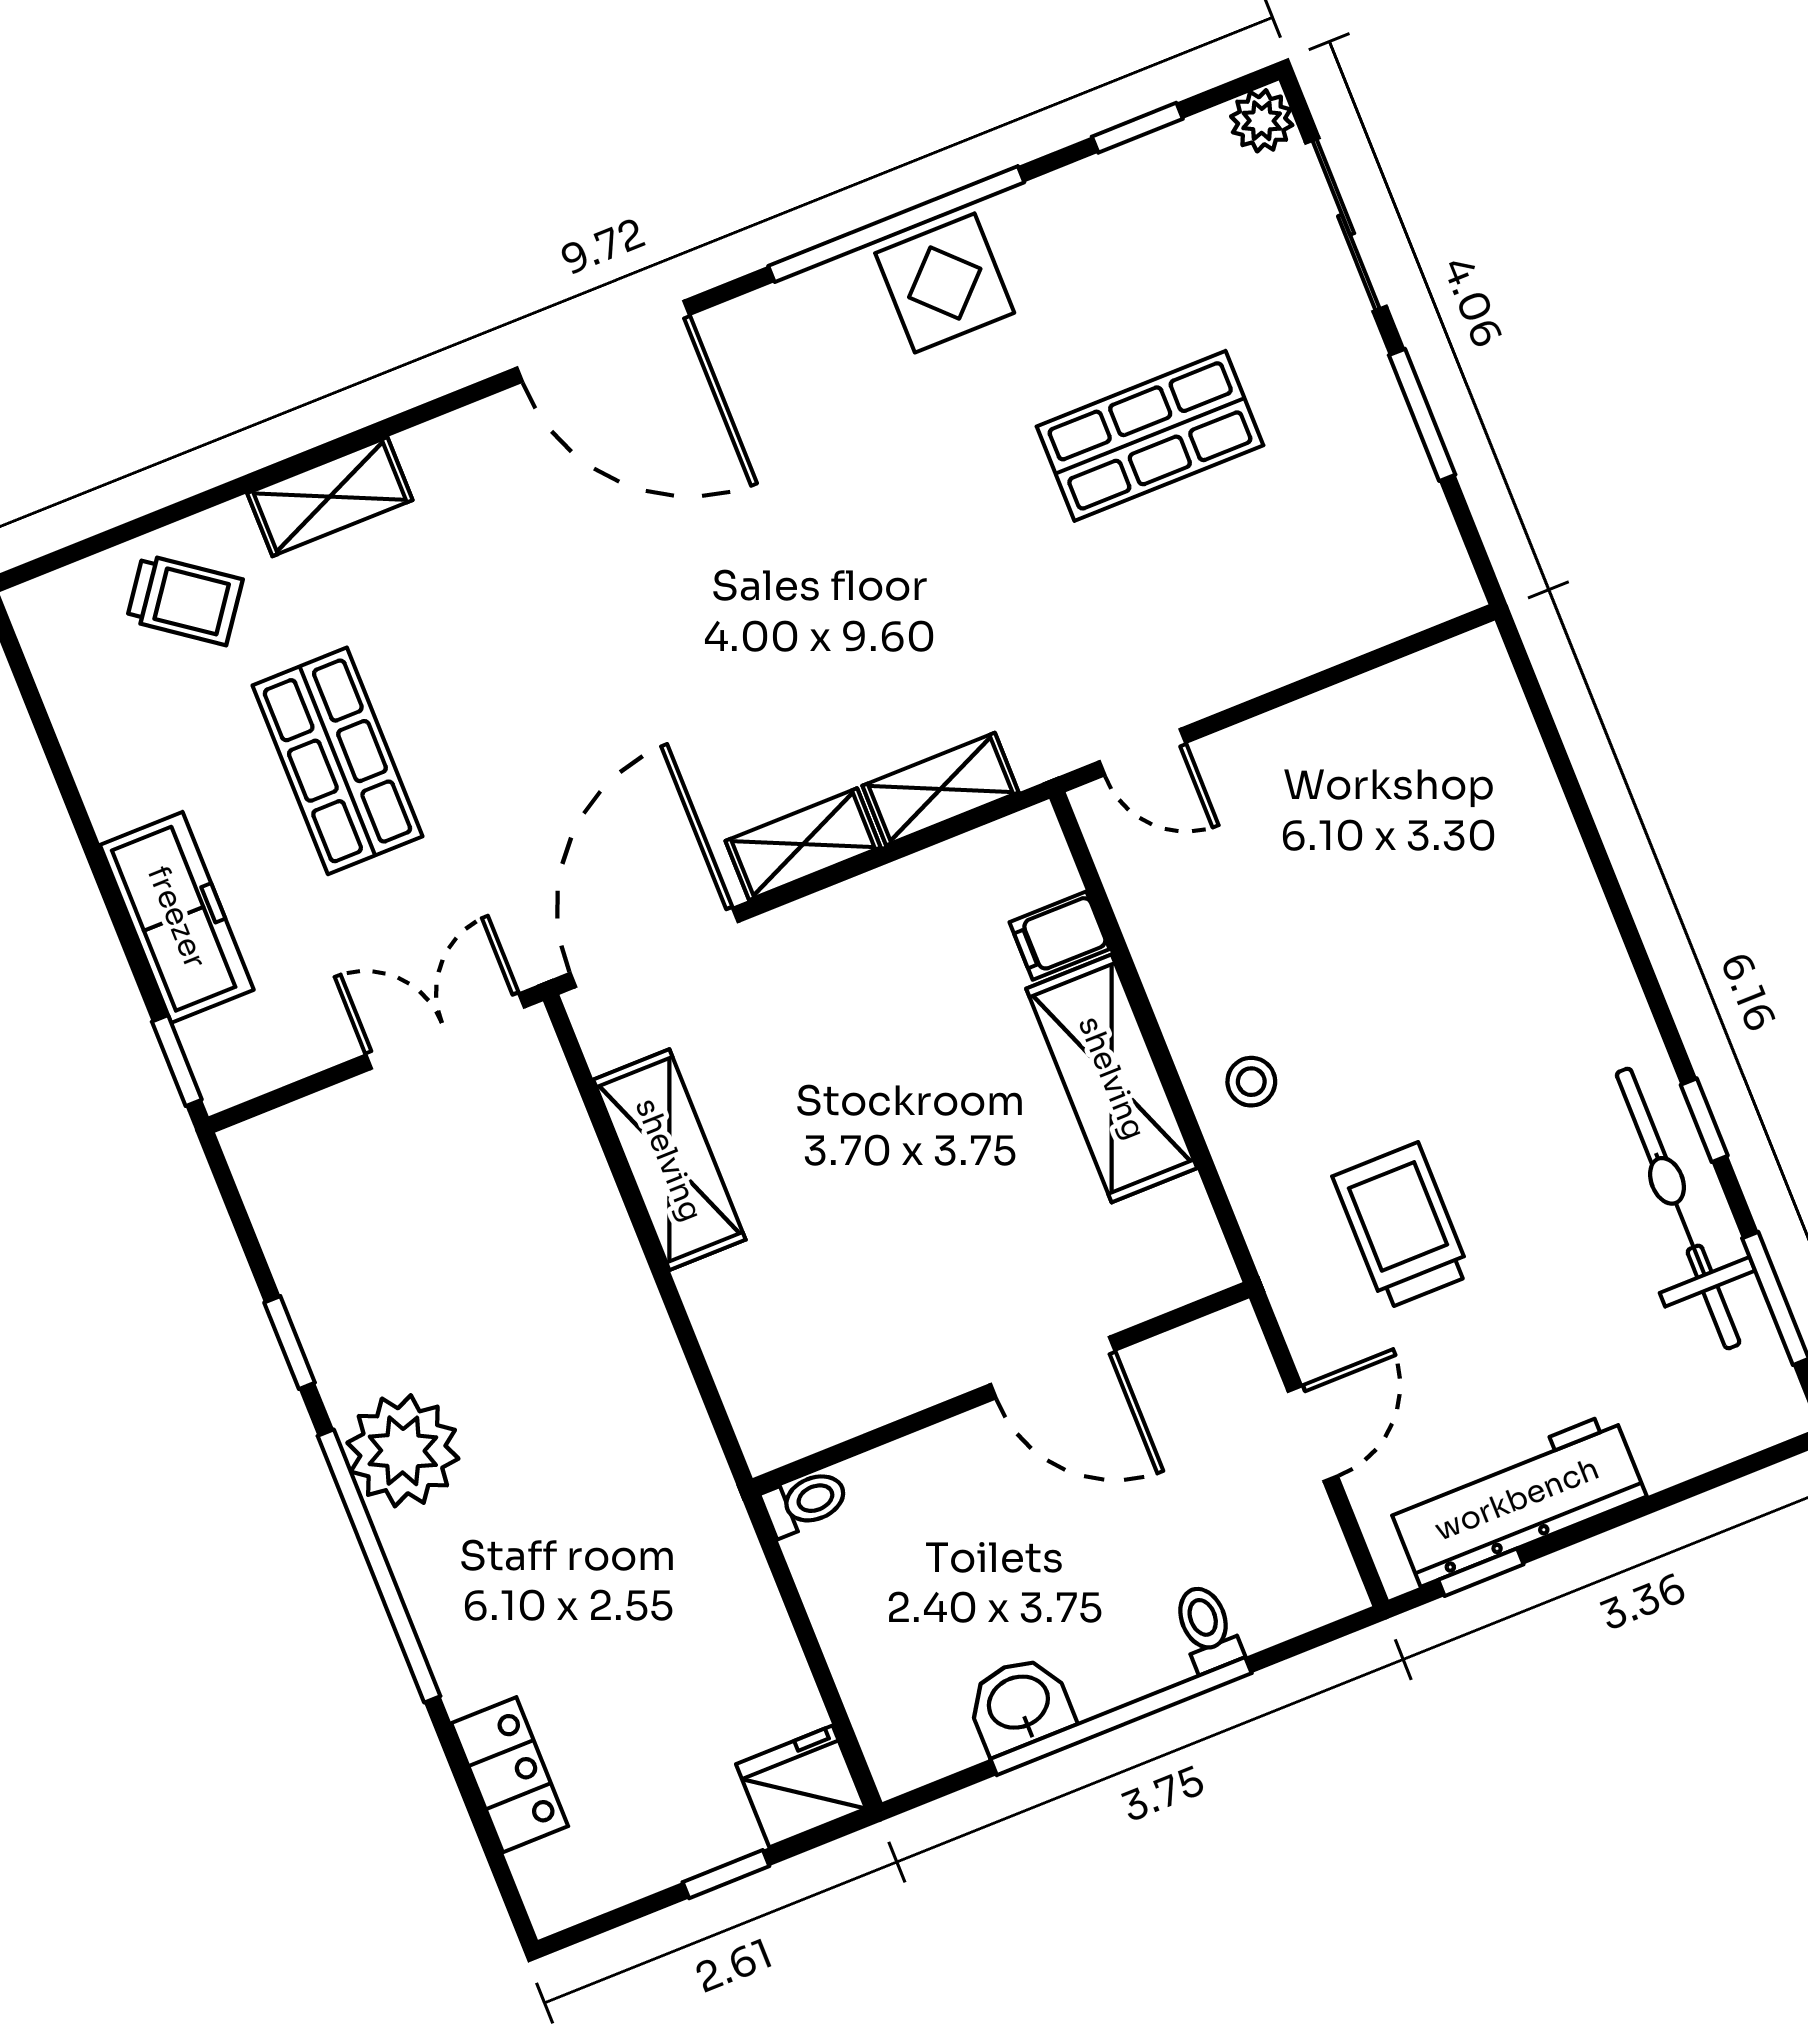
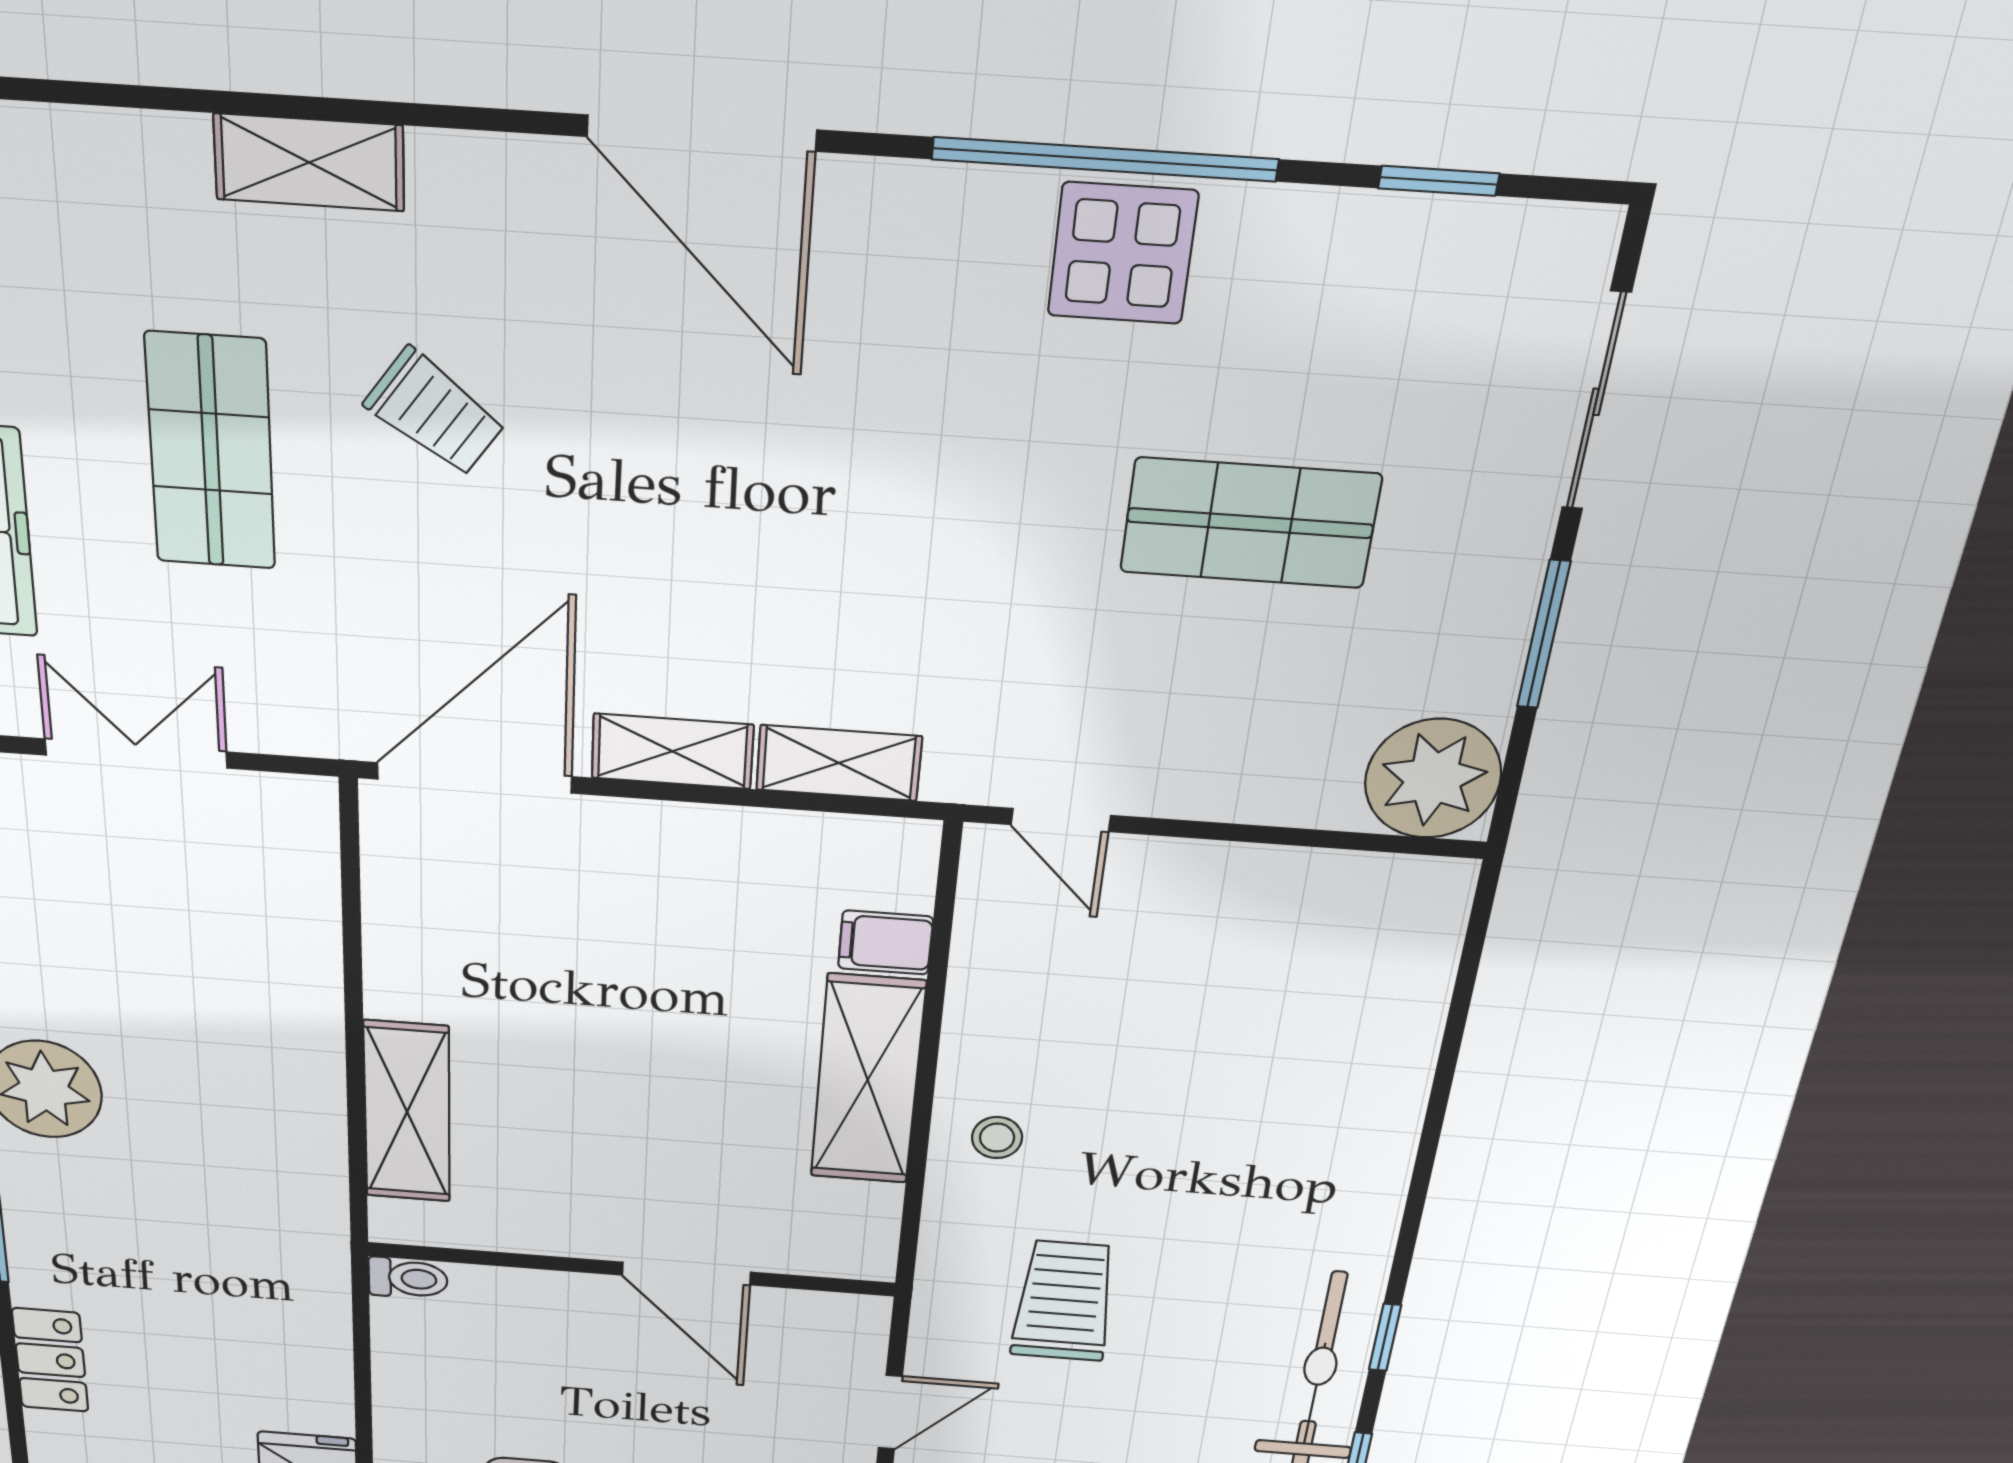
plant: (1262, 121) -> (1433, 779), moved, width x1.87, depth x1.87
trolley: (185, 600) -> (435, 413), moved
double door: (445, 1031) -> (136, 754), moved
shelving: (669, 1160) -> (407, 1112), moved

